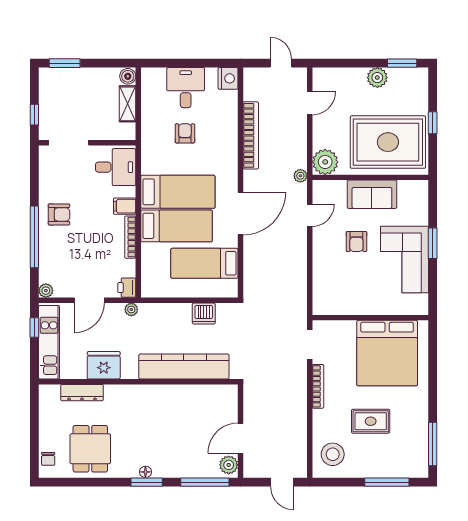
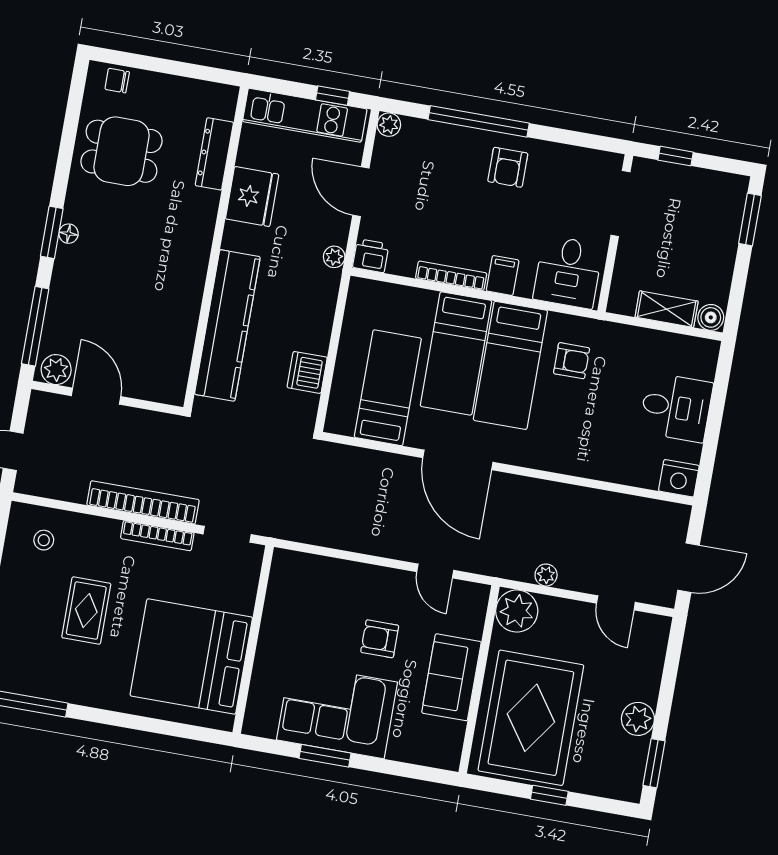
door: (281, 63) -> (689, 568), width x1.38
armchair: (185, 133) -> (572, 361), moved
bookcase: (251, 135) -> (143, 502), moved, turned 180
plant: (300, 176) -> (546, 575), moved
window: (433, 243) -> (325, 756), moved
stool: (333, 454) -> (44, 540), width x0.53, depth x0.53

